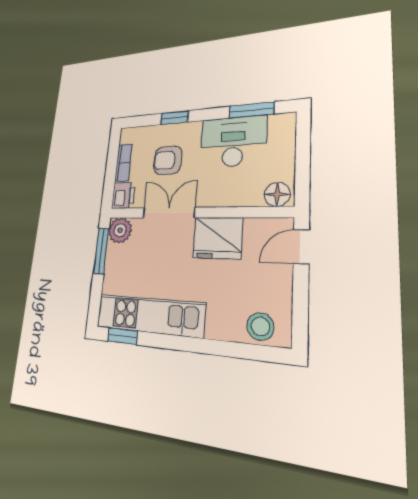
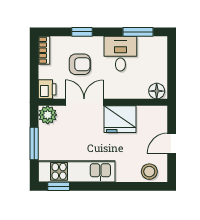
desk: (233, 142) -> (120, 54), width x0.73
armchair: (168, 160) -> (80, 64), turned 180
bookcase: (123, 163) -> (44, 50), moved
door: (301, 247) -> (172, 143), moved
window: (101, 251) -> (34, 144), moved

